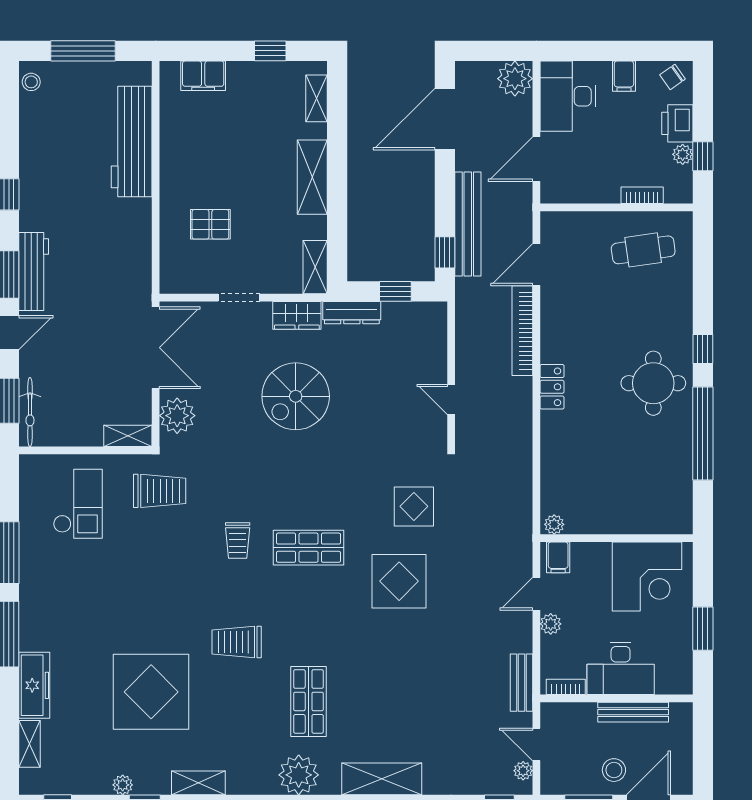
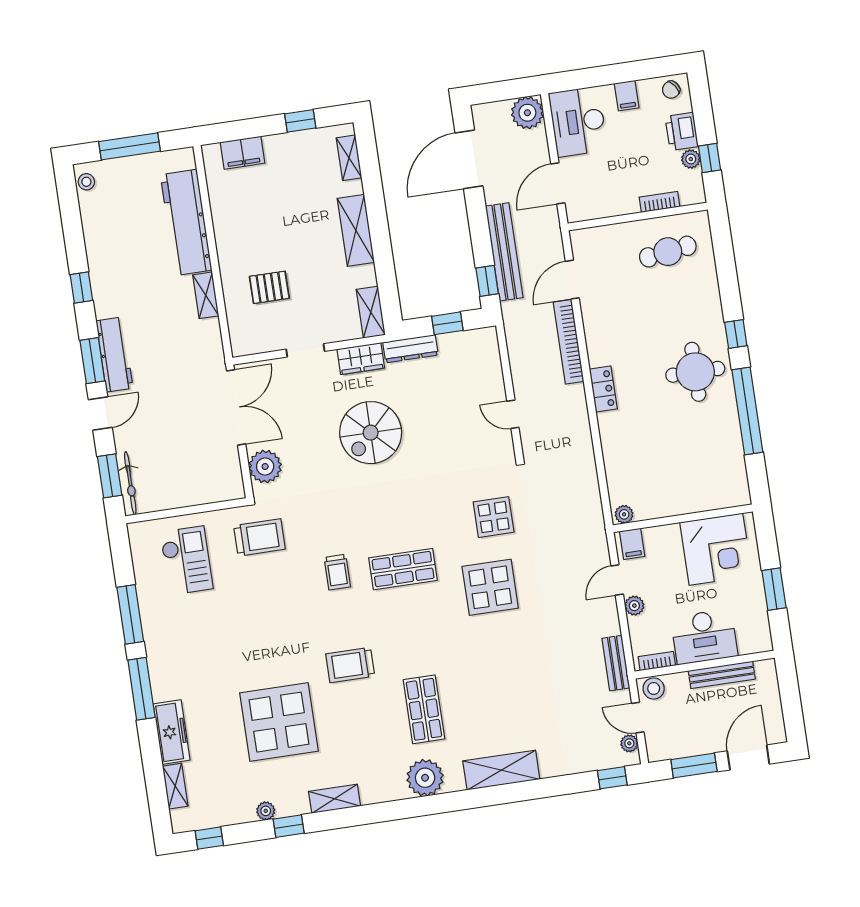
shelving: (128, 436) -> (206, 295), moved, turned 90
stool: (614, 770) -> (654, 688), moved

